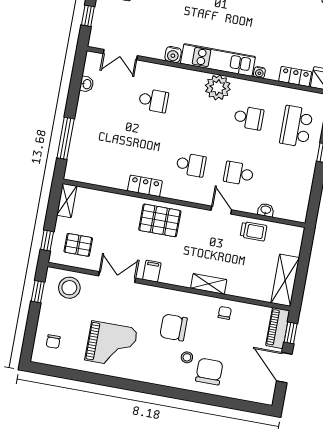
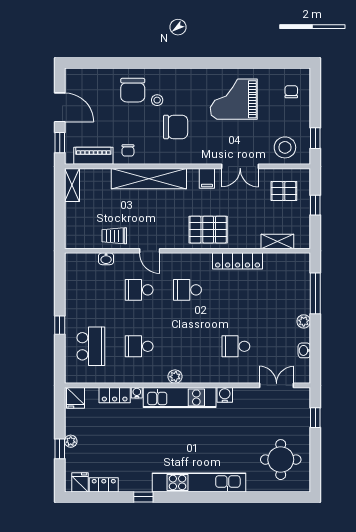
locker: (295, 76) -> (115, 395), moved
plant: (218, 87) -> (175, 377), width x0.53, depth x0.53
plant: (82, 113) -> (304, 321), added
school desk: (239, 173) -> (139, 290), turned 180
locker: (145, 186) -> (238, 261), width x1.53
shelving: (67, 201) -> (277, 241), moved, turned 90
window: (47, 241) -> (315, 205), moved
shelving: (285, 280) -> (72, 185), width x0.67, depth x0.75
shelving: (209, 284) -> (149, 179), width x2.20, depth x1.33
piano: (278, 328) -> (93, 156), moved, turned -90

